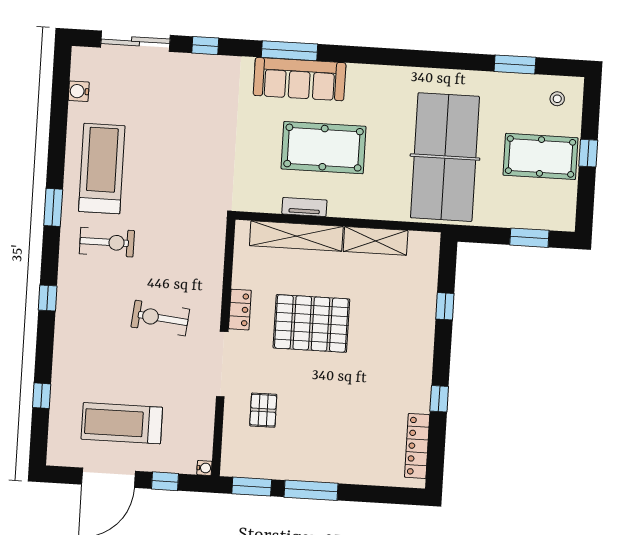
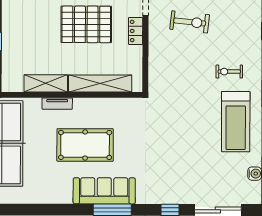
tv unit: (304, 207) -> (57, 104), moved
exercise bike: (107, 242) -> (229, 72), width x0.73, depth x0.72

